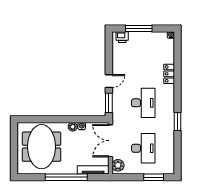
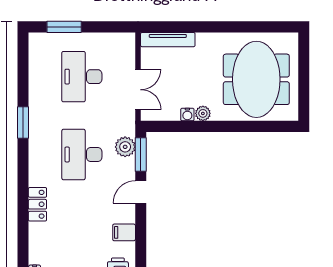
filing cabinet: (119, 57) -> (124, 232), added
double door: (110, 141) -> (138, 90), width x0.73
plant: (118, 165) -> (125, 147), moved
window: (66, 177) -> (214, 27), removed

